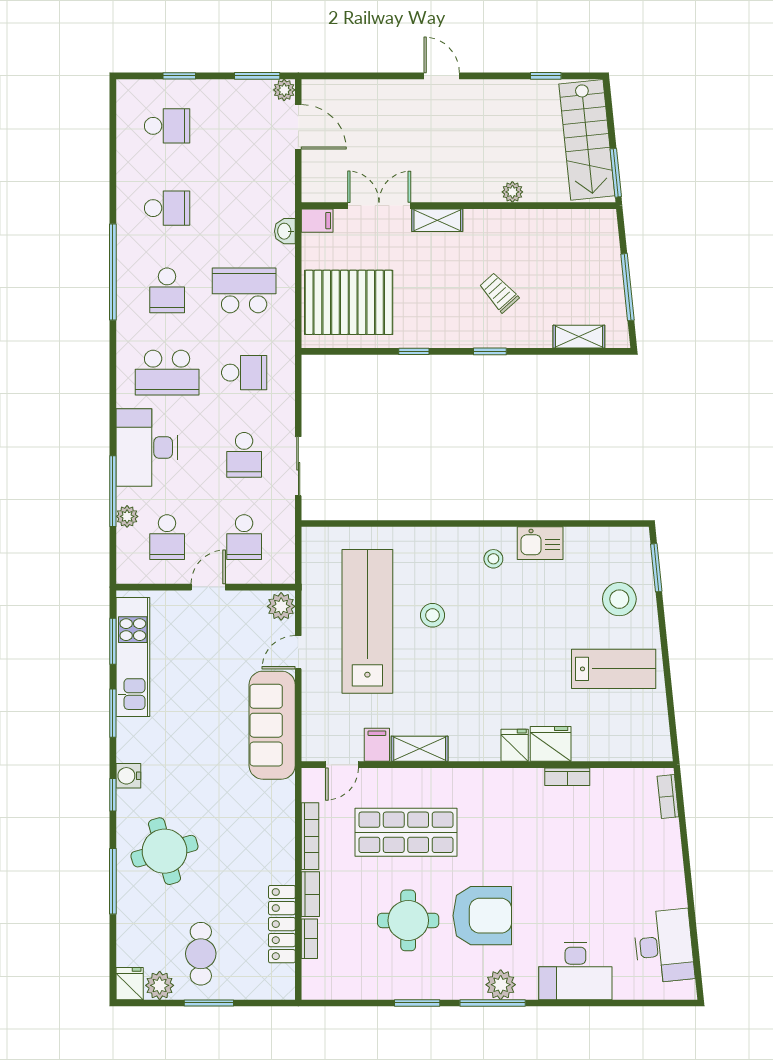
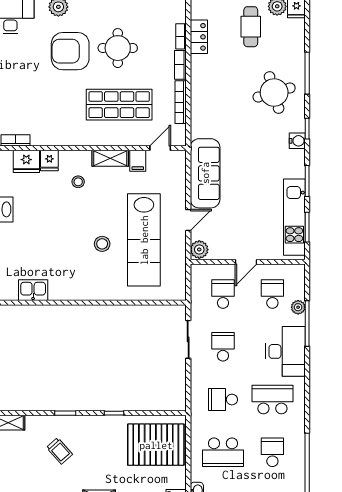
stool: (493, 559) -> (78, 182), moved
locker: (282, 924) -> (199, 37), width x0.66

